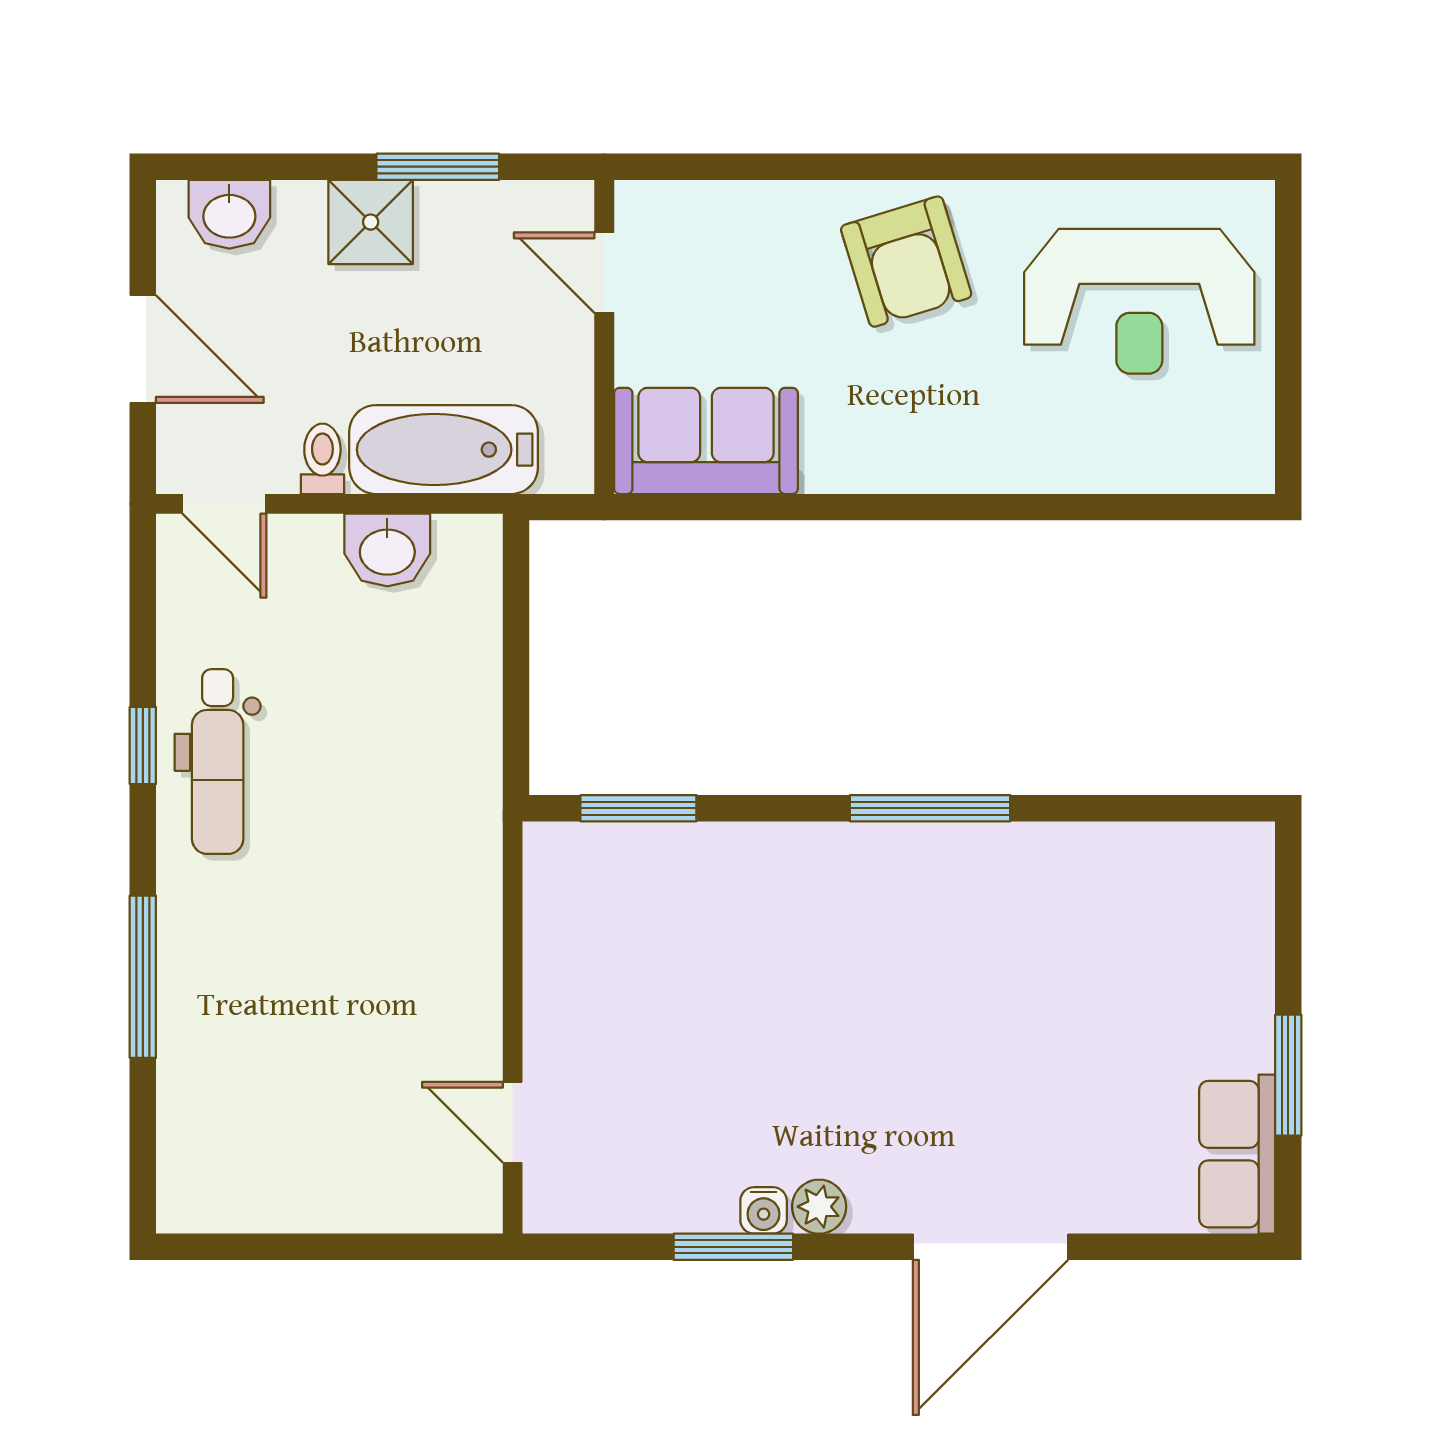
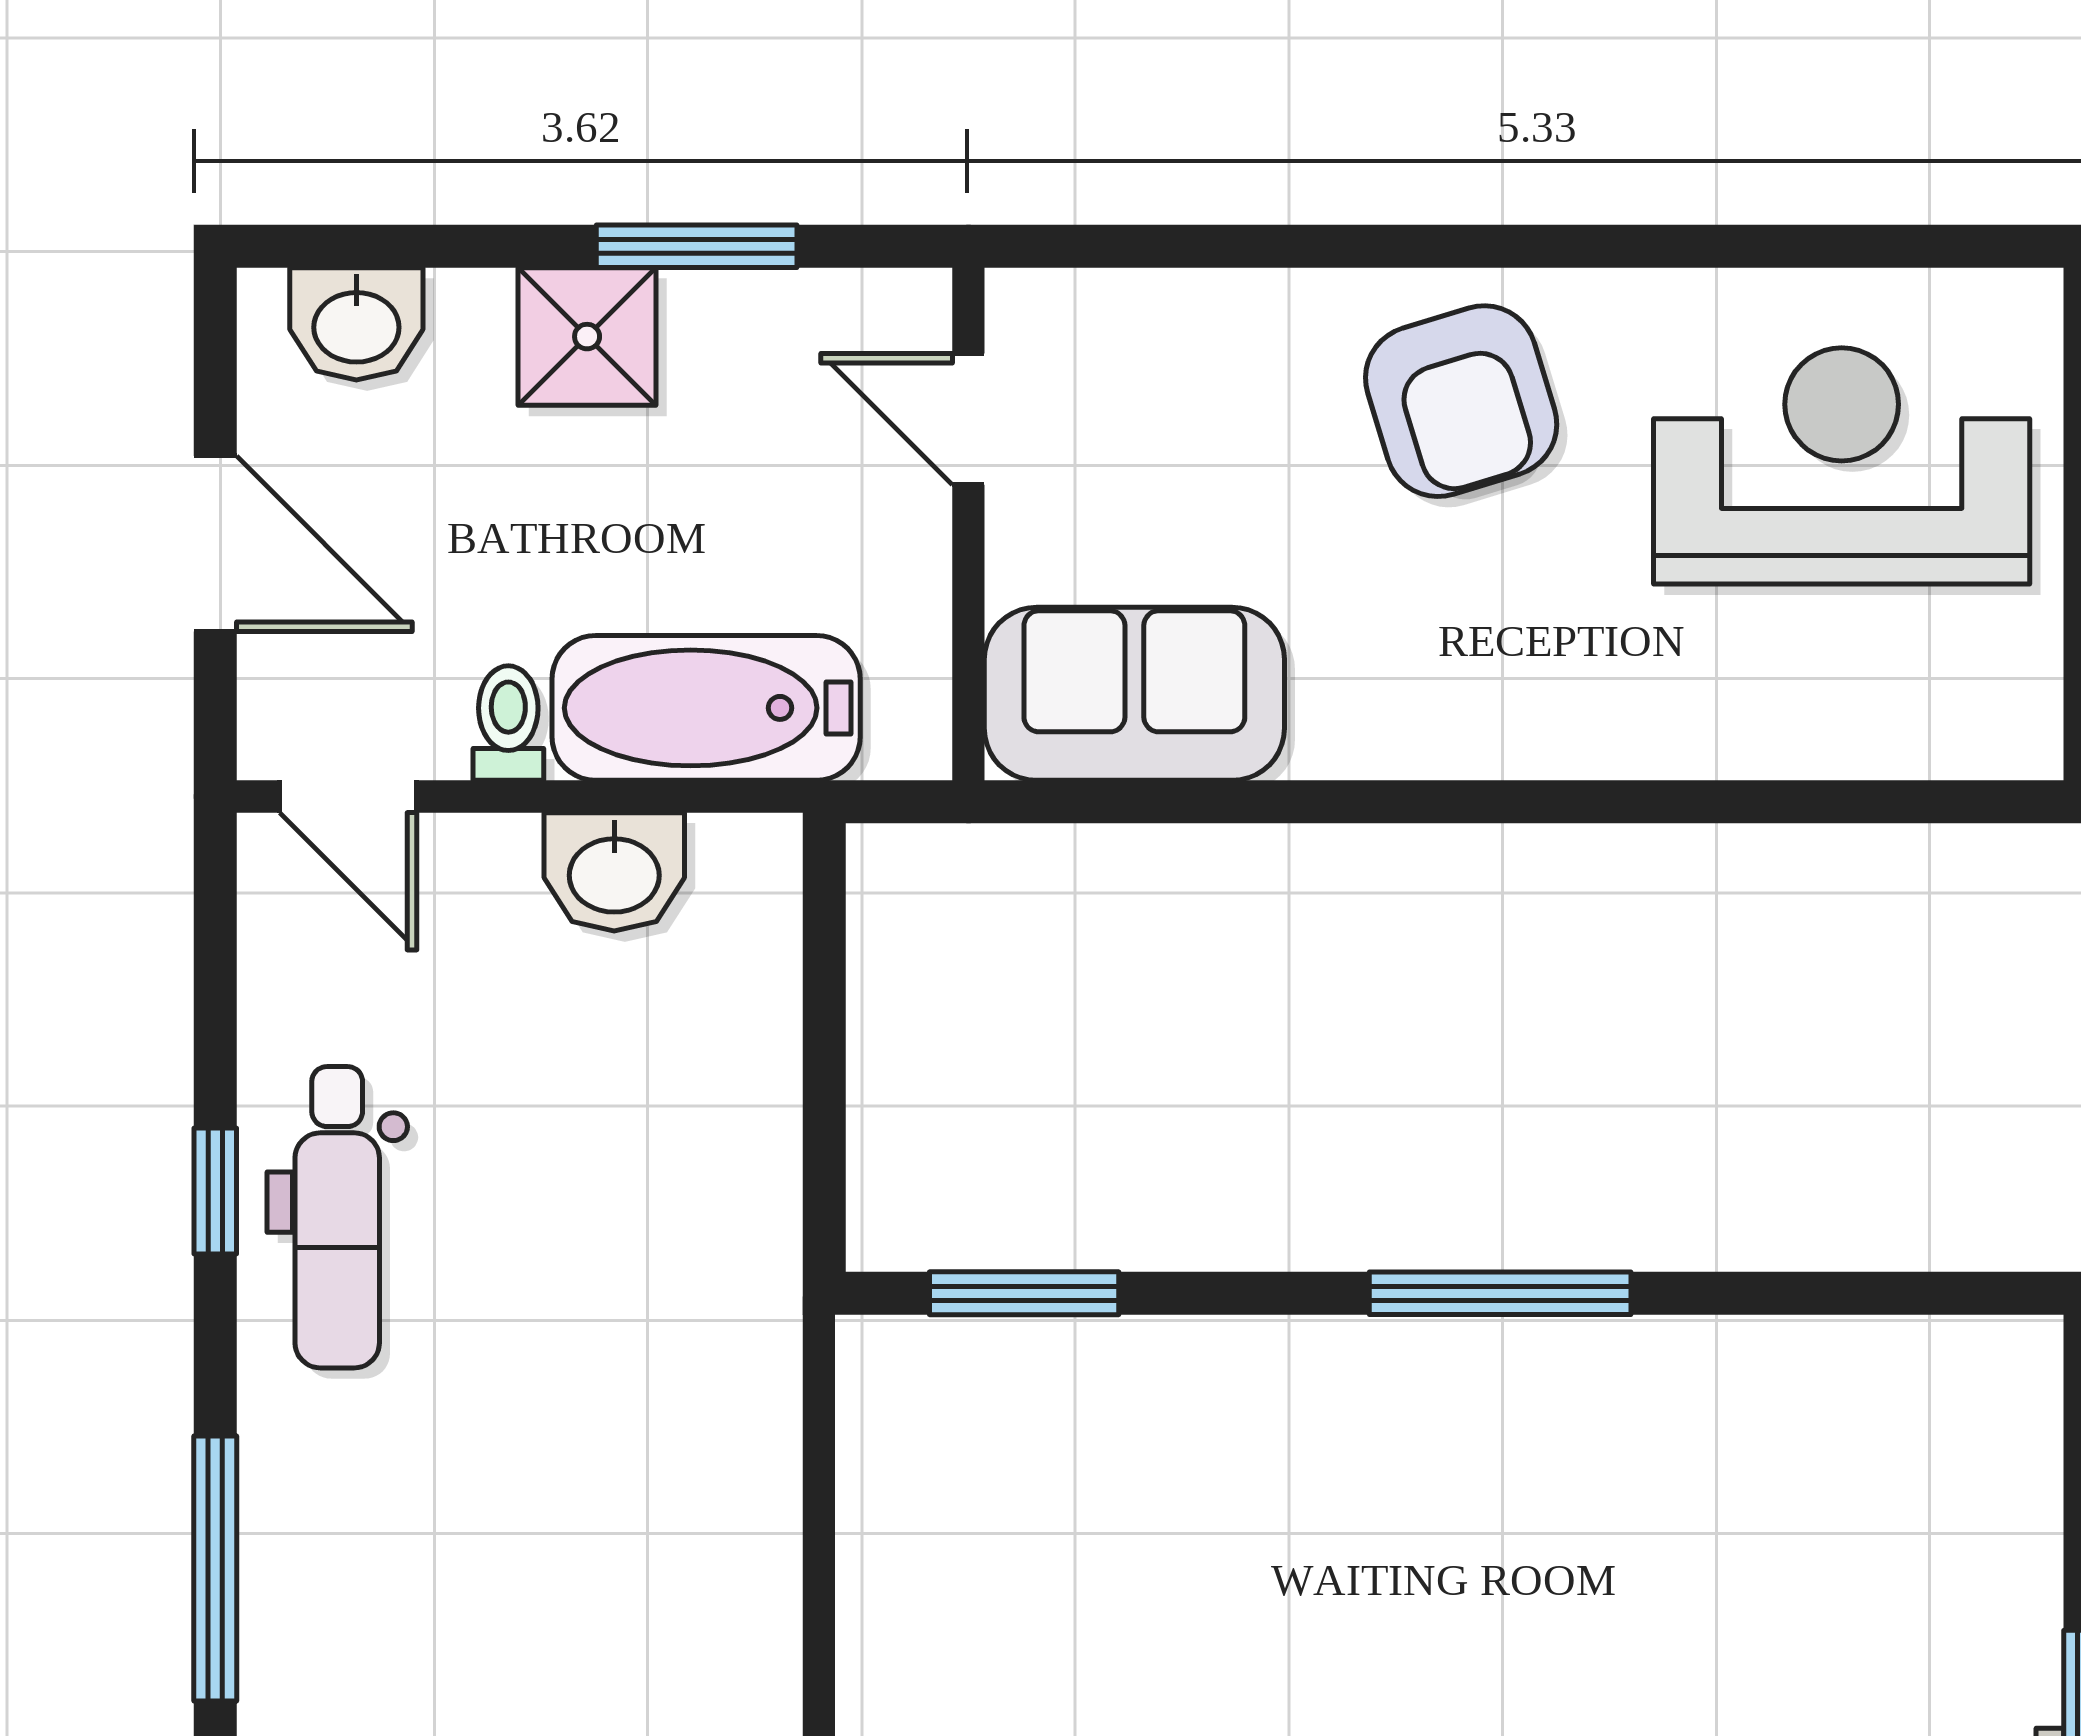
reception desk: (1139, 301) -> (1842, 466), turned 180

